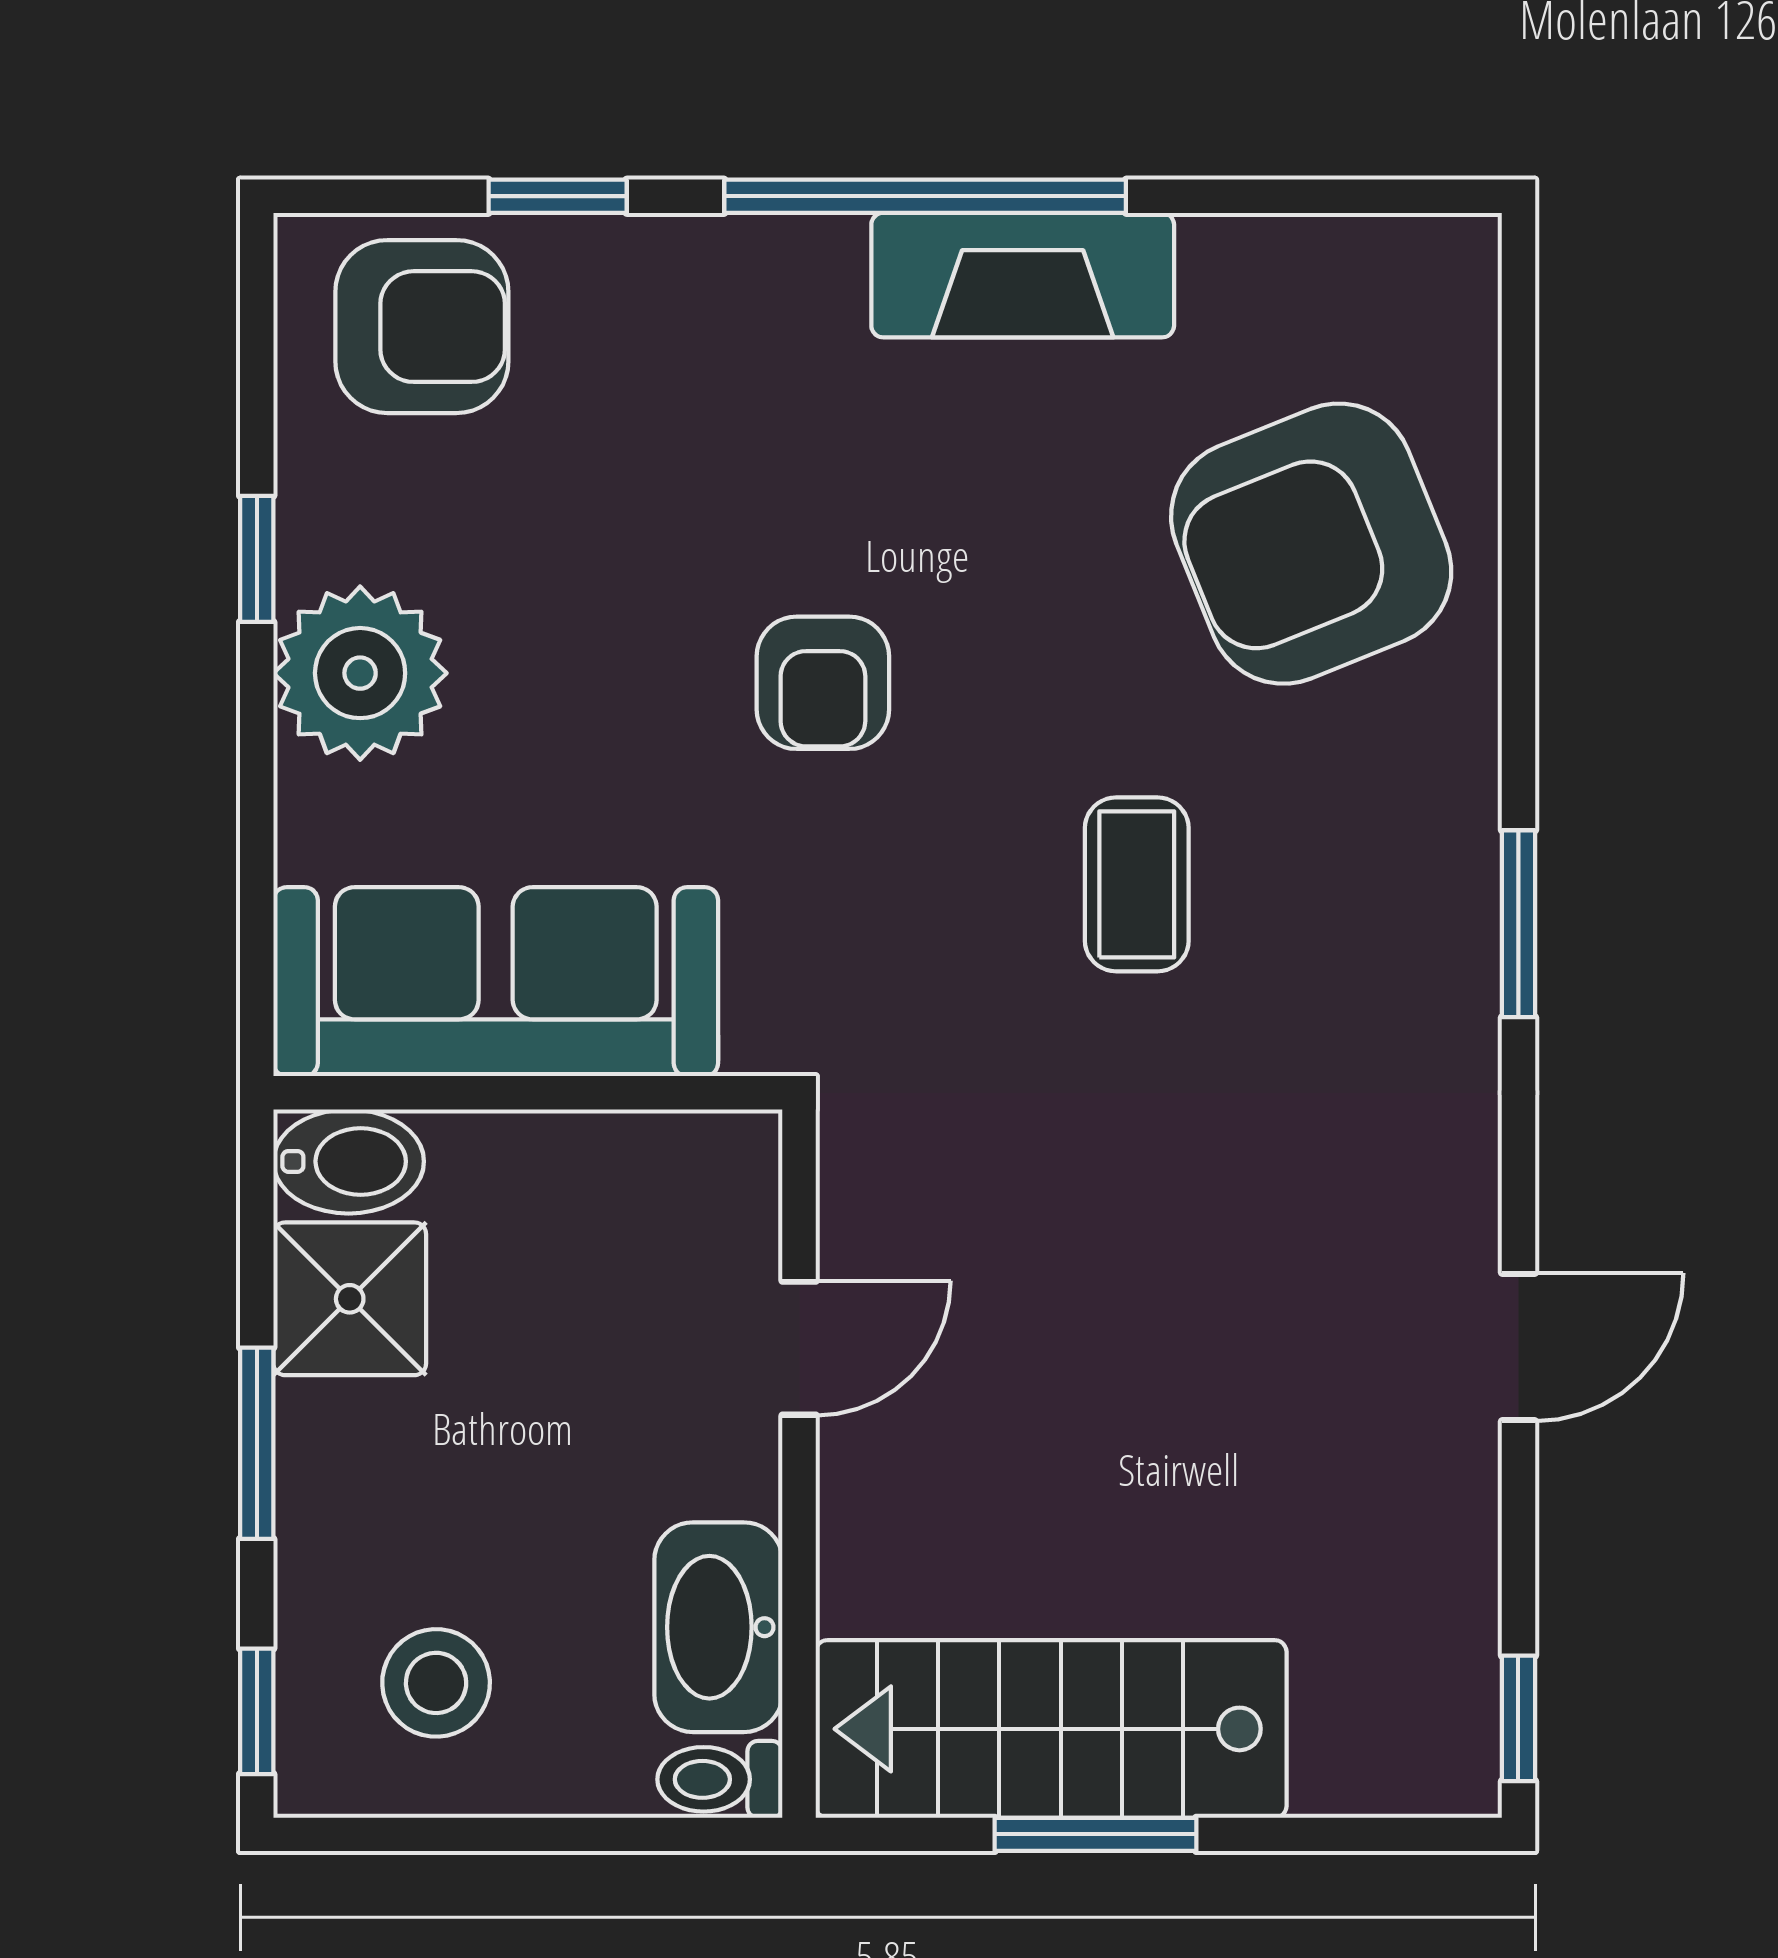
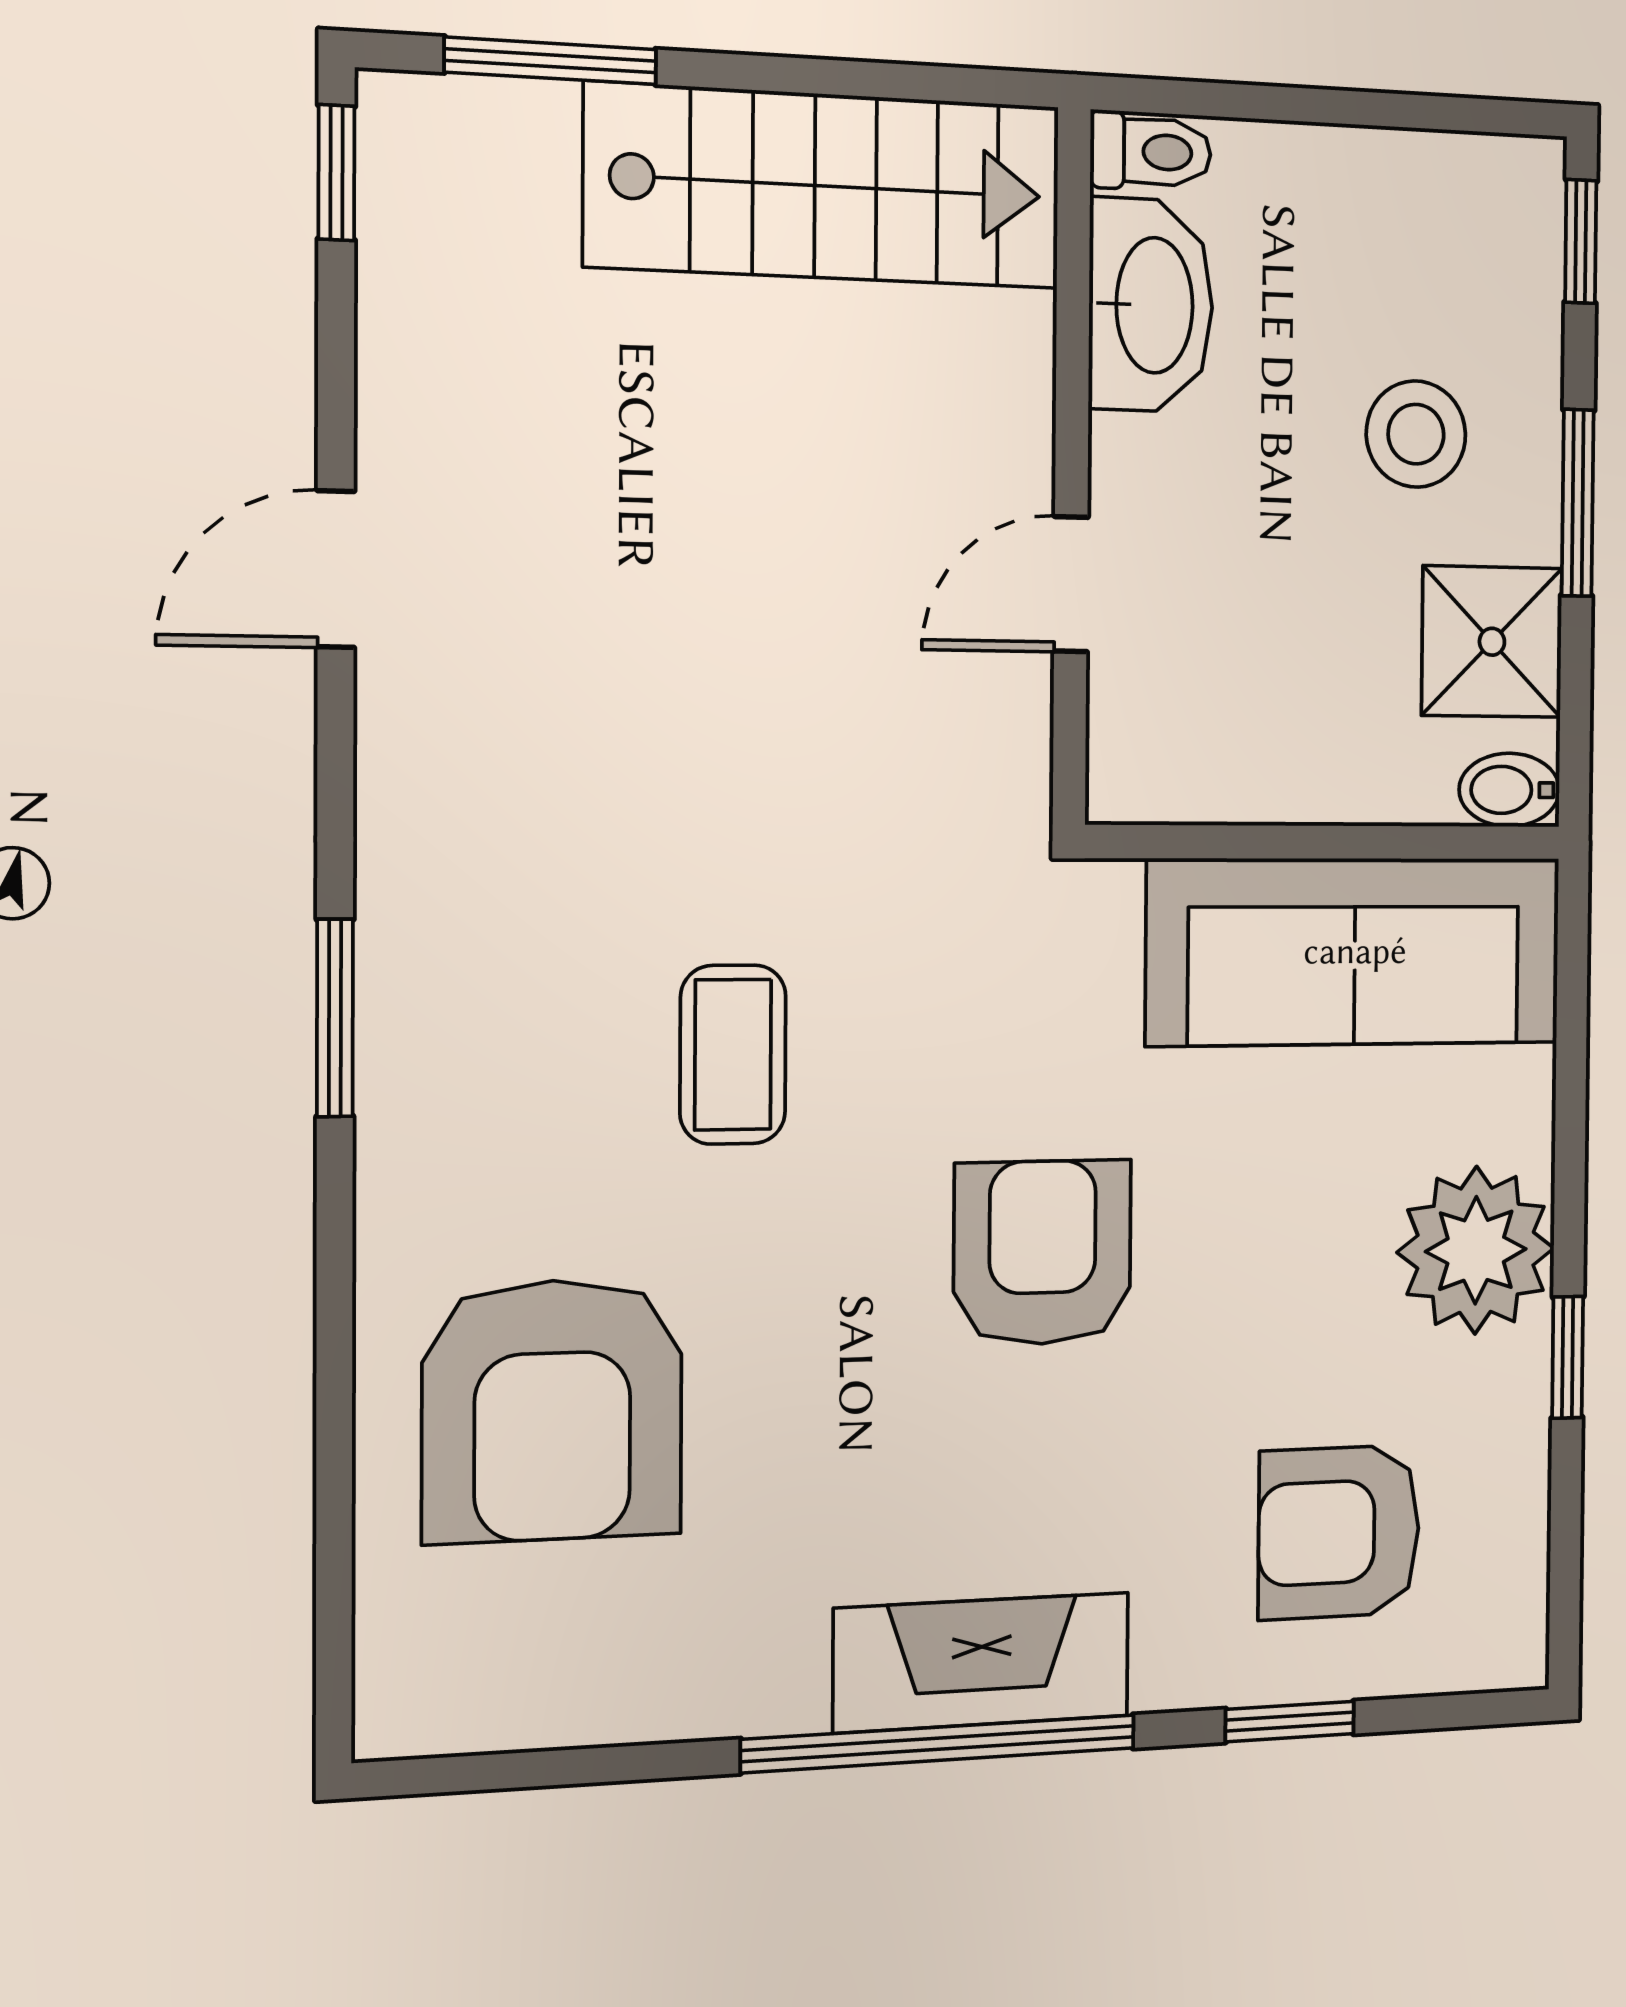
fireplace: (1023, 275) -> (982, 1662), moved
armchair: (422, 327) -> (1339, 1532), moved
armchair: (1311, 544) -> (553, 1410), turned 112
armchair: (823, 683) -> (1043, 1253), width x1.38, depth x1.38
bidet: (349, 1161) -> (1509, 790), width x0.72, depth x0.74
stool: (436, 1683) -> (1416, 434), moved
window: (1095, 1834) -> (551, 61), moved

